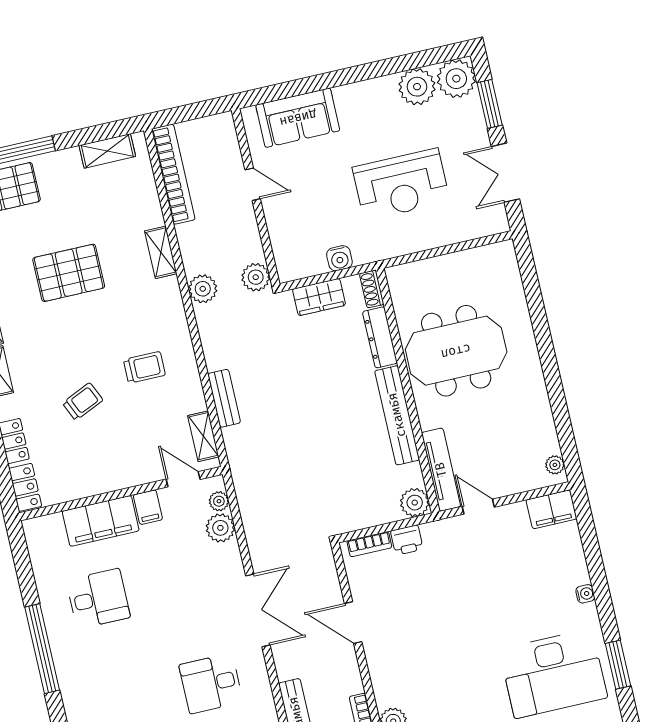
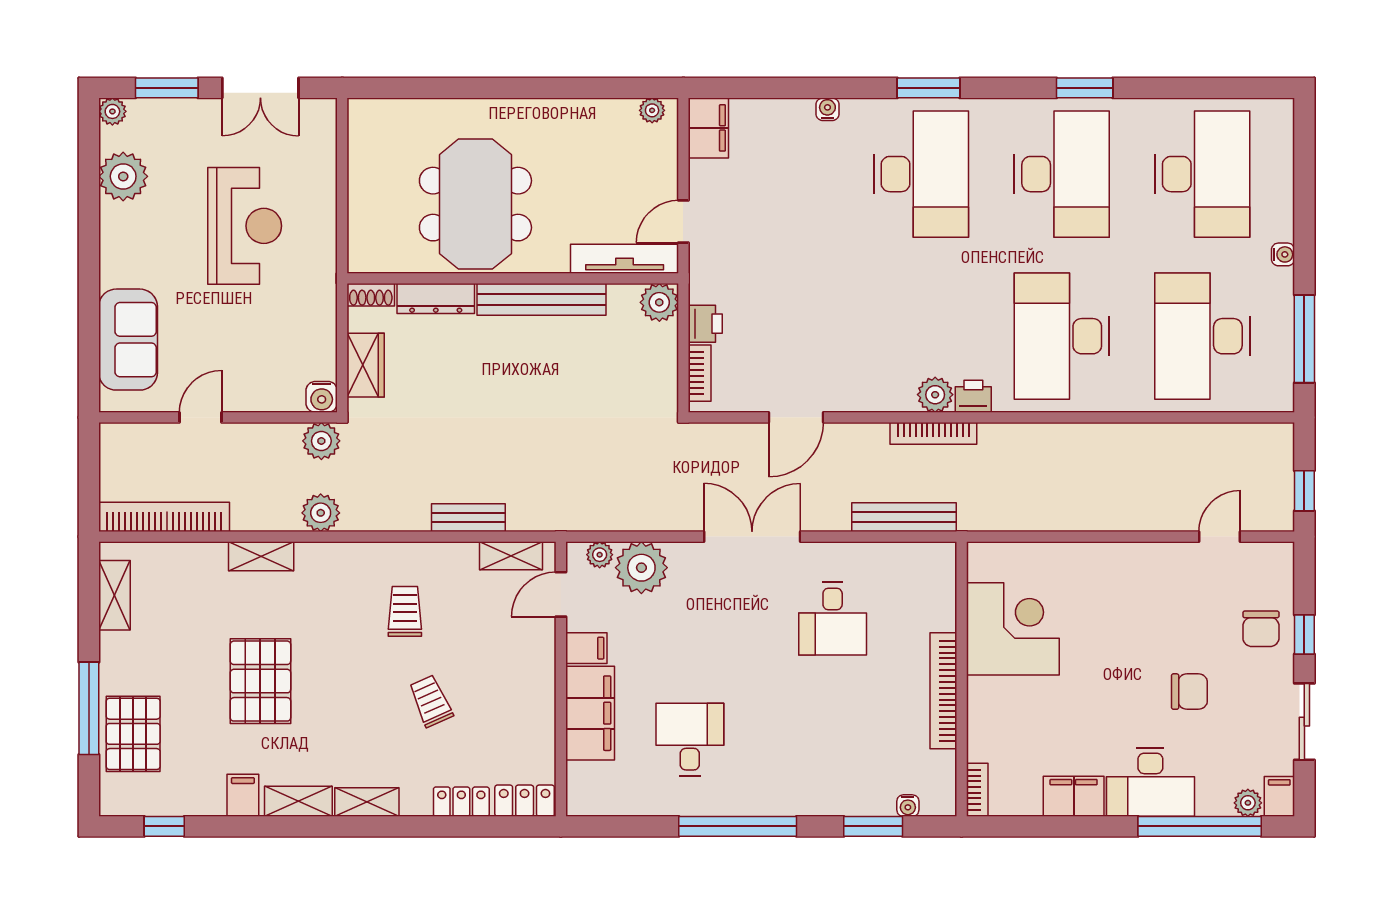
plant: (456, 79) -> (112, 111), width x0.53, depth x0.53
water cooler: (339, 258) -> (322, 397), moved, turned 90
plant: (220, 528) -> (641, 568), width x1.36, depth x1.36

